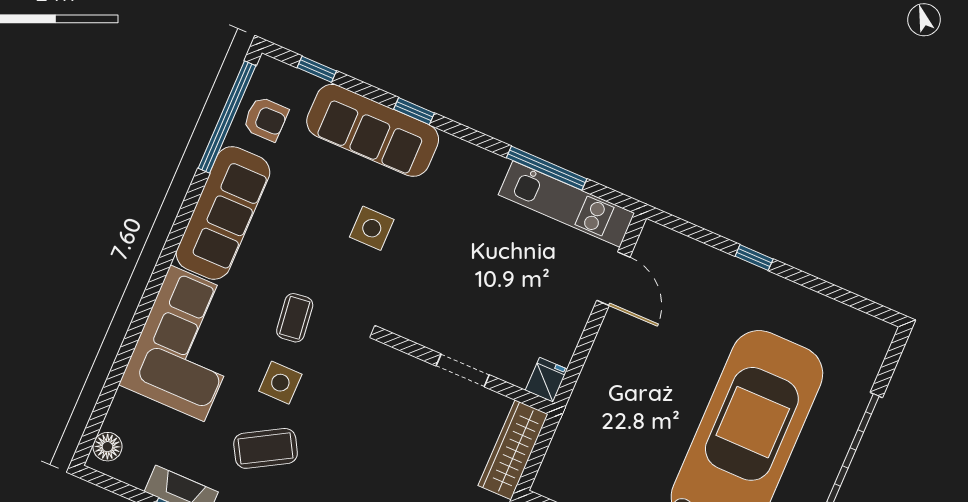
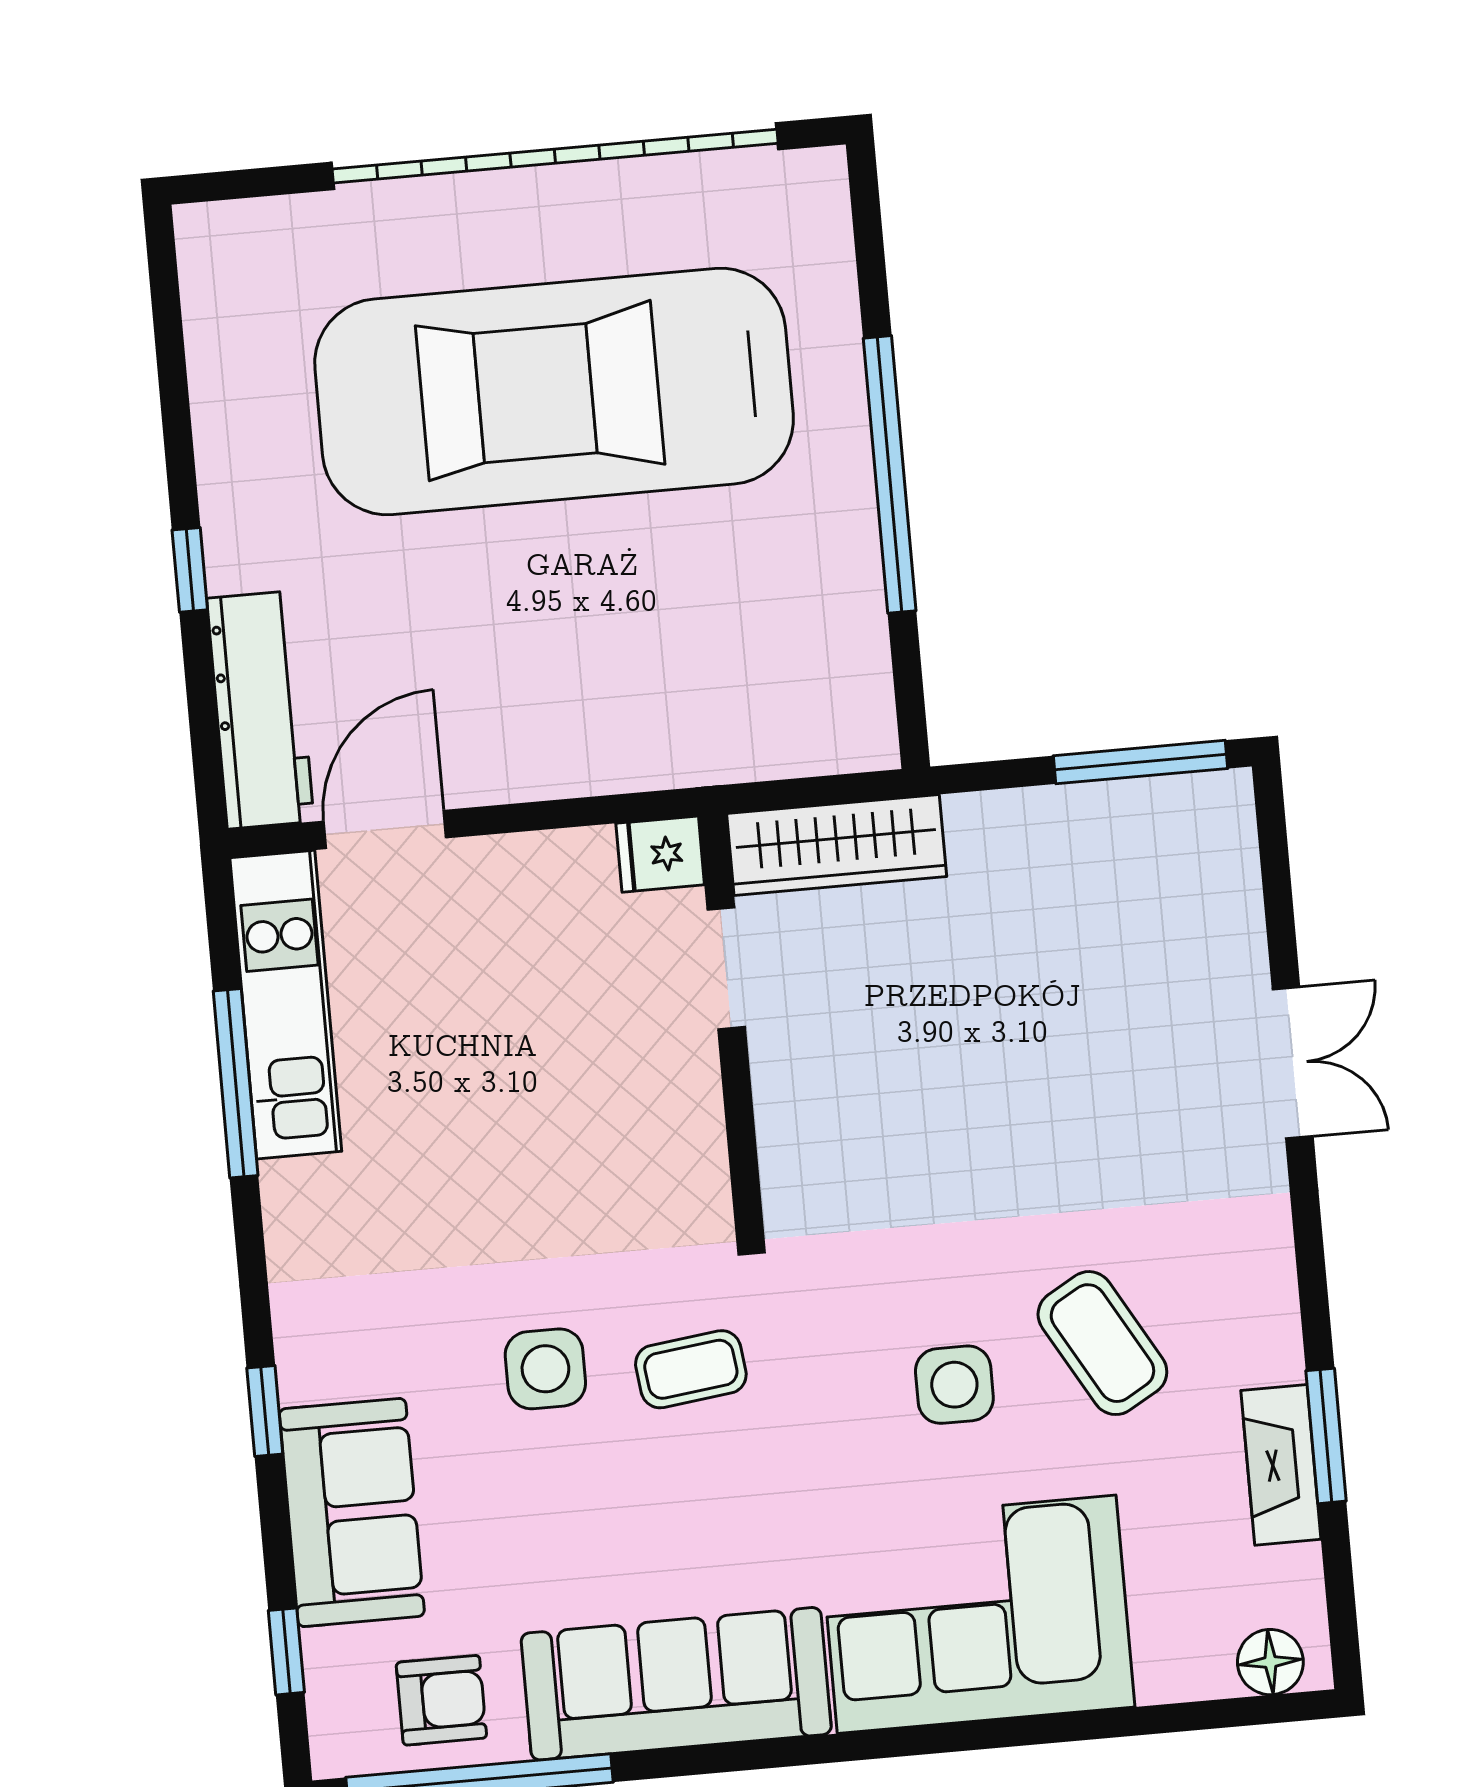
armchair: (266, 119) -> (441, 1700), turned 90
sofa: (373, 130) -> (352, 1512), width x0.73
workbench: (685, 256) -> (260, 710), added
coffee table: (295, 318) -> (691, 1369), moved
doorway: (463, 370) -> (726, 968), moved

